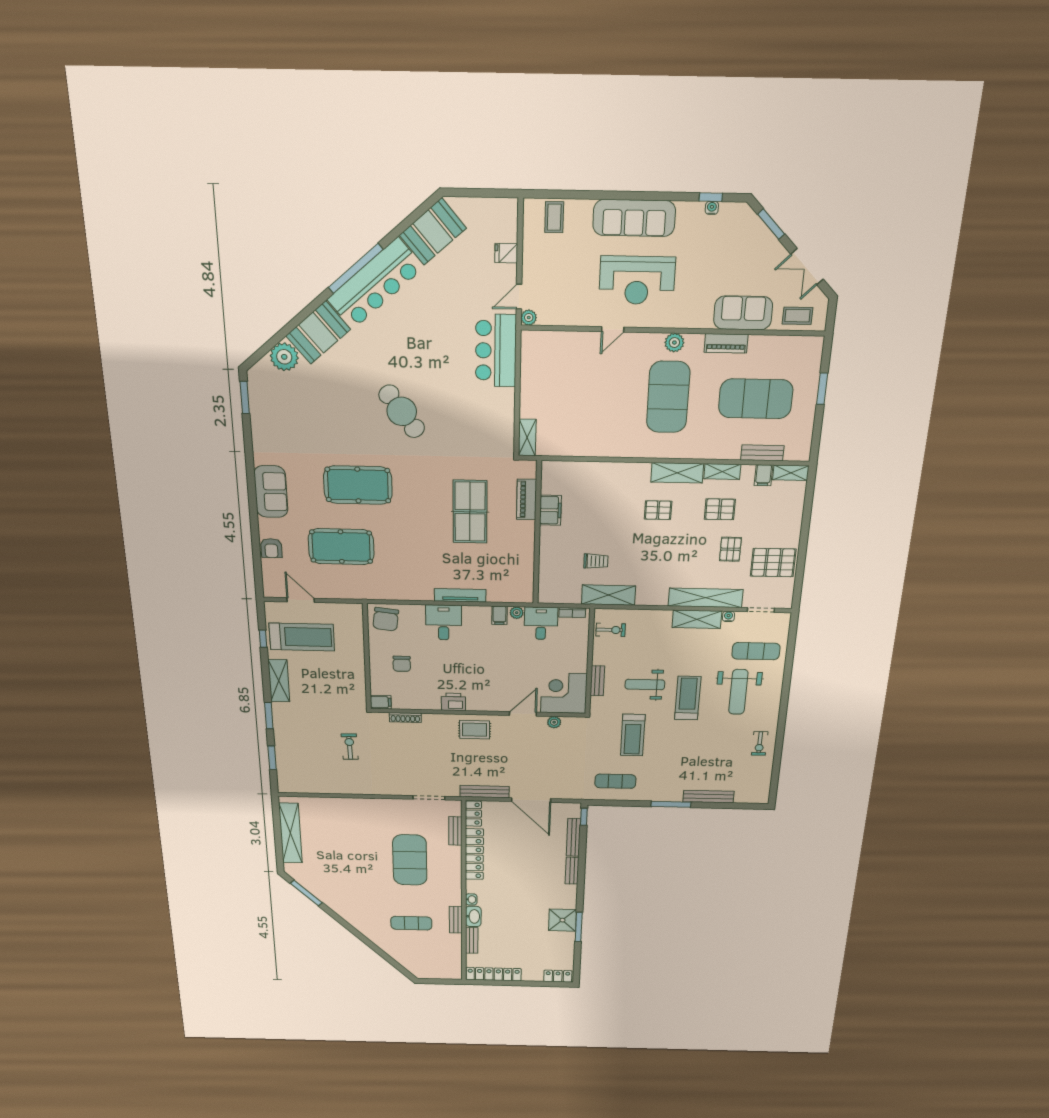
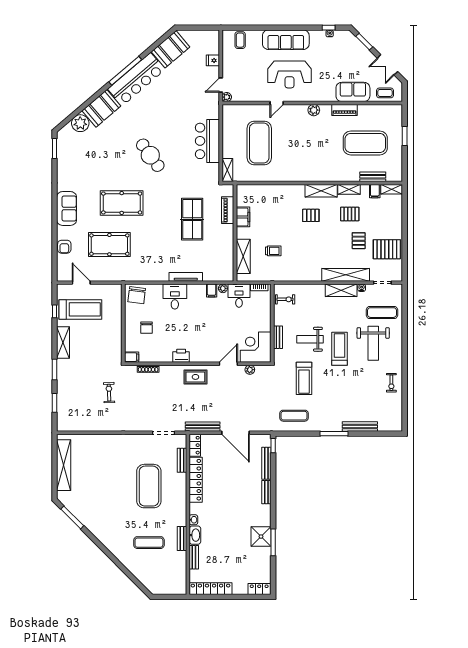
bar counter: (496, 351) -> (207, 141), moved
exercise mat: (668, 397) -> (259, 143), moved
shelving: (609, 595) -> (243, 256), moved, turned 90

